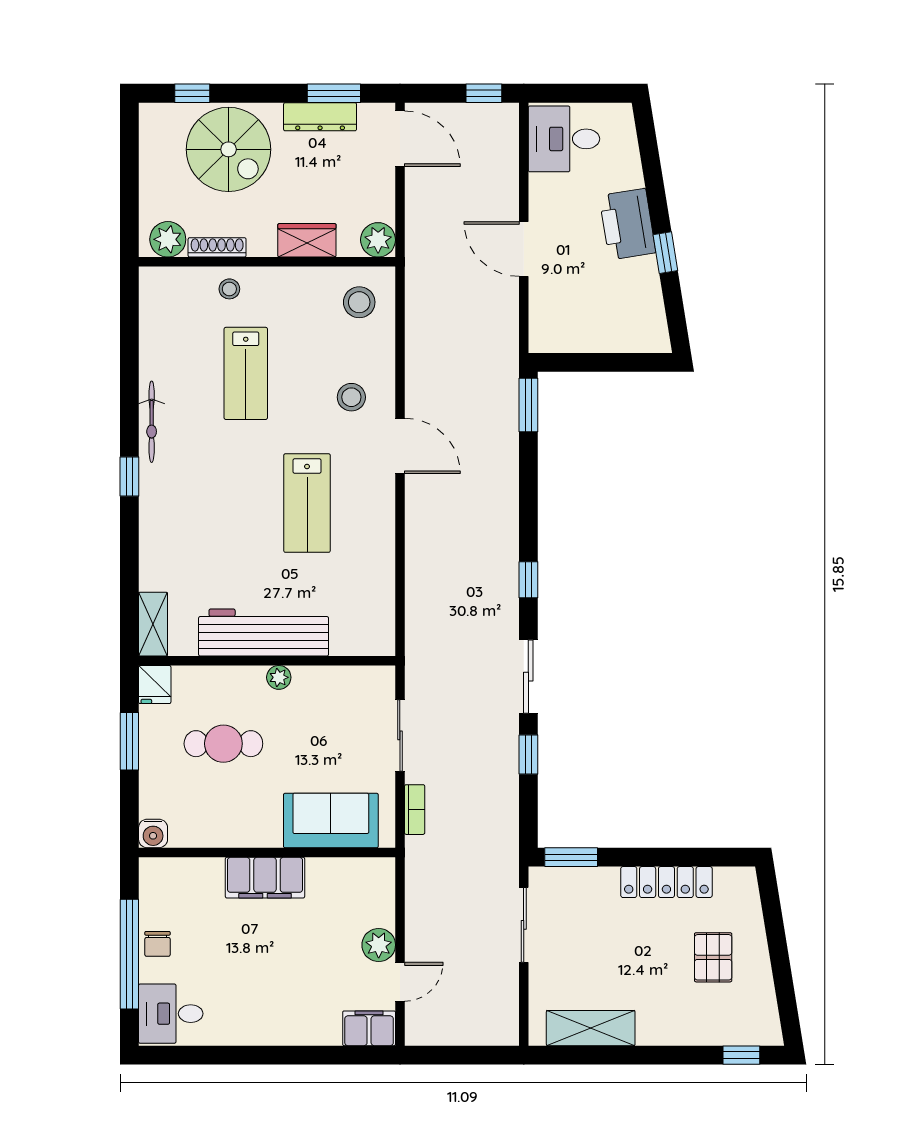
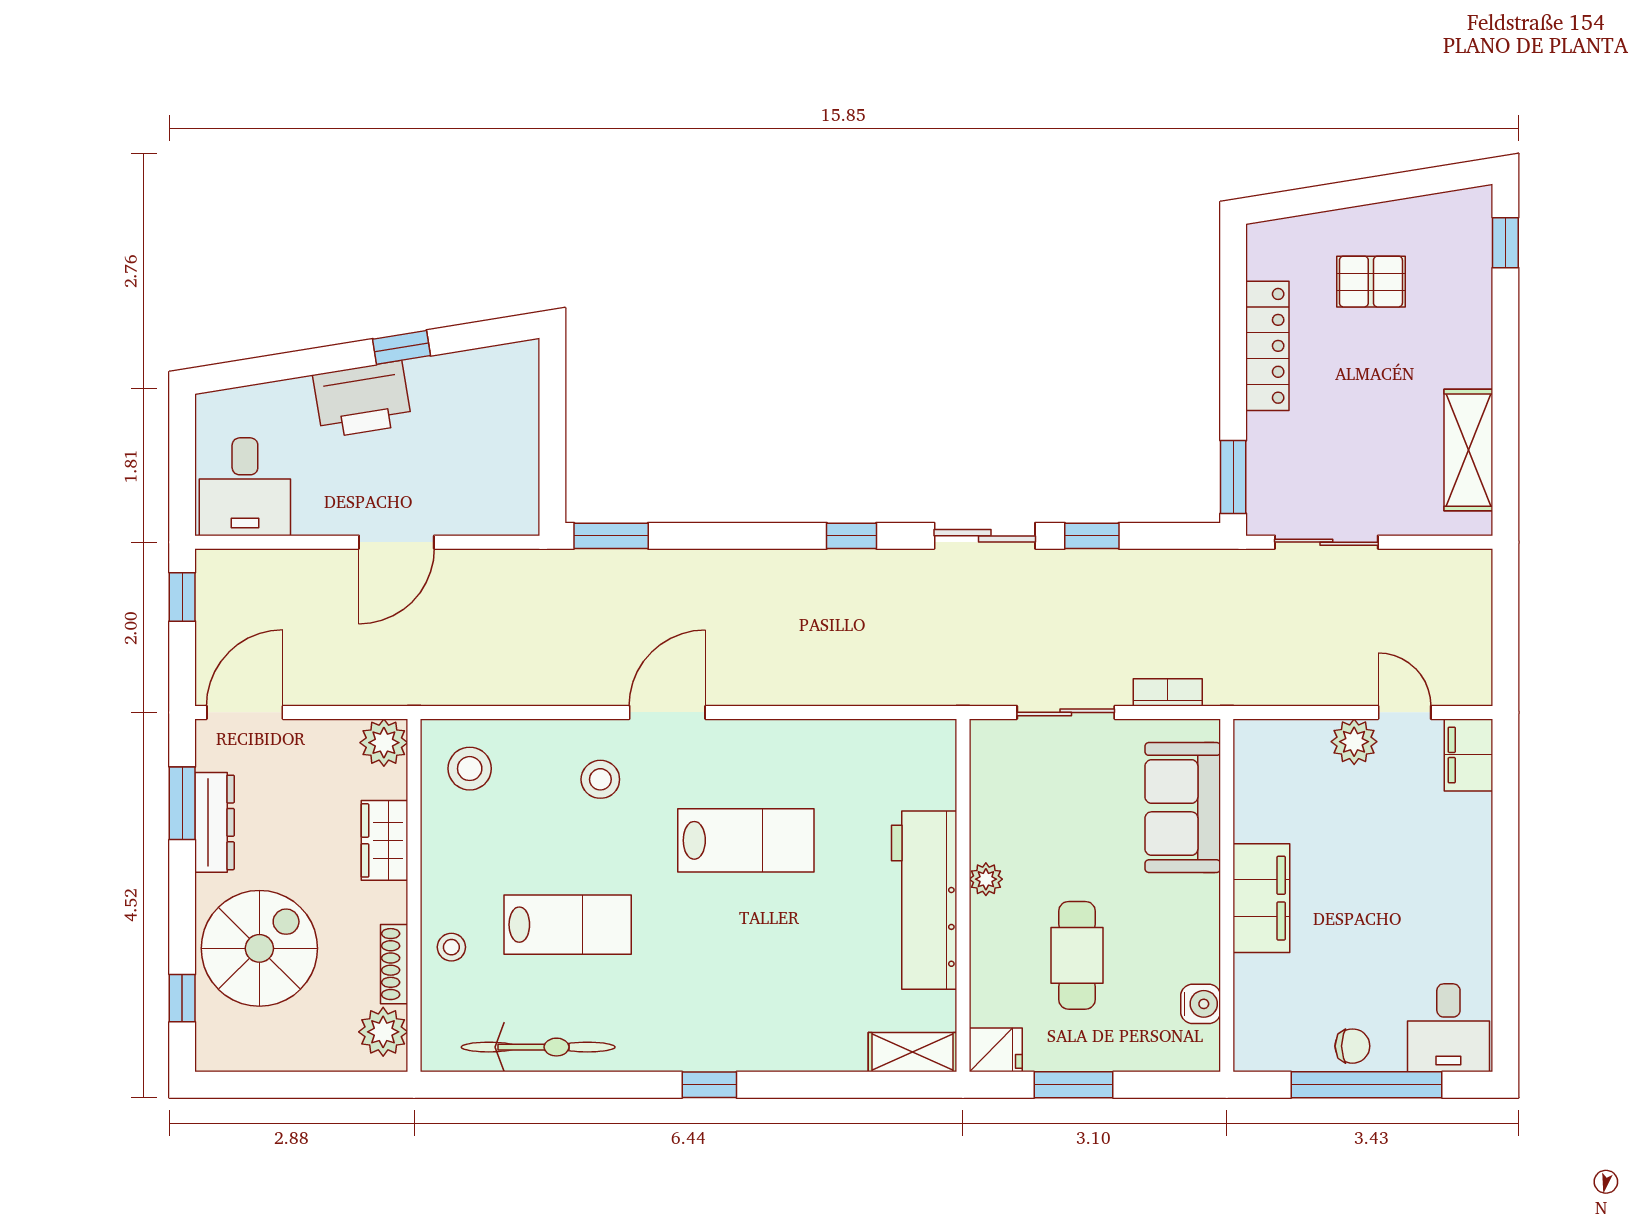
bicycle: (152, 422) -> (538, 1047), moved, width x1.37, depth x1.40
water cooler: (153, 833) -> (1201, 1004), moved

